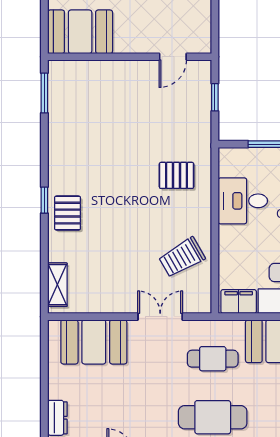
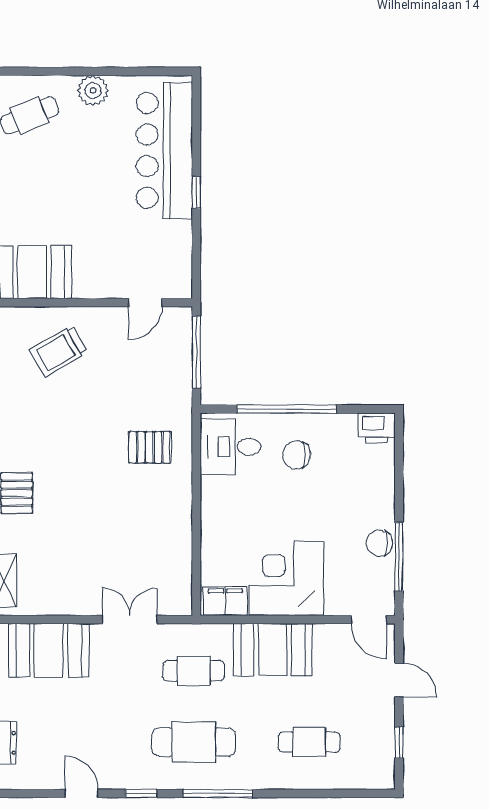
window: (215, 97) -> (196, 352), width x2.17
desk: (243, 201) -> (230, 447), moved
trolley: (182, 257) -> (59, 351), moved

